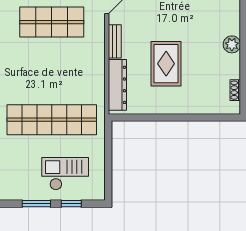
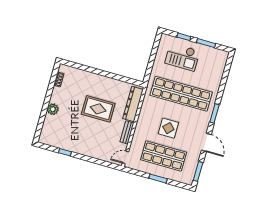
rug: (166, 64) -> (98, 109), turned 90
display table: (56, 65) -> (168, 128), added

